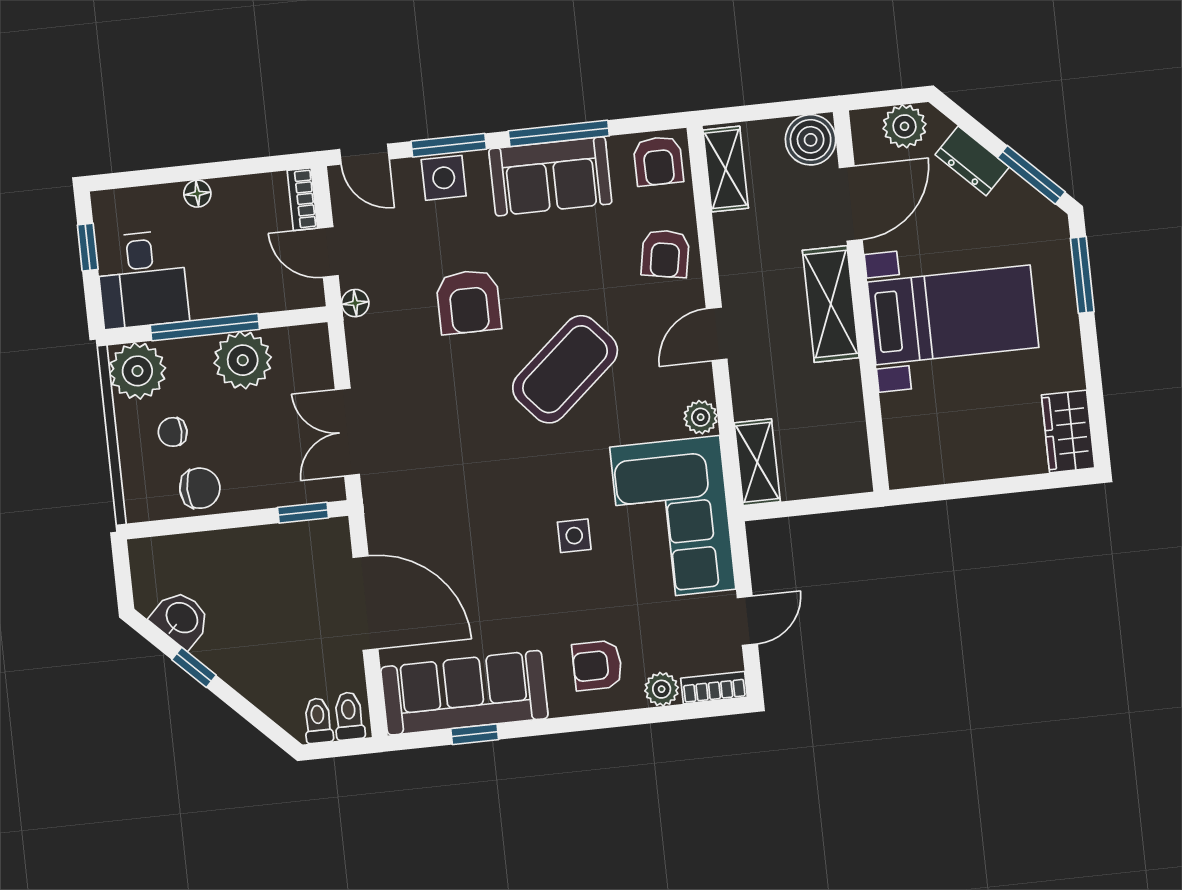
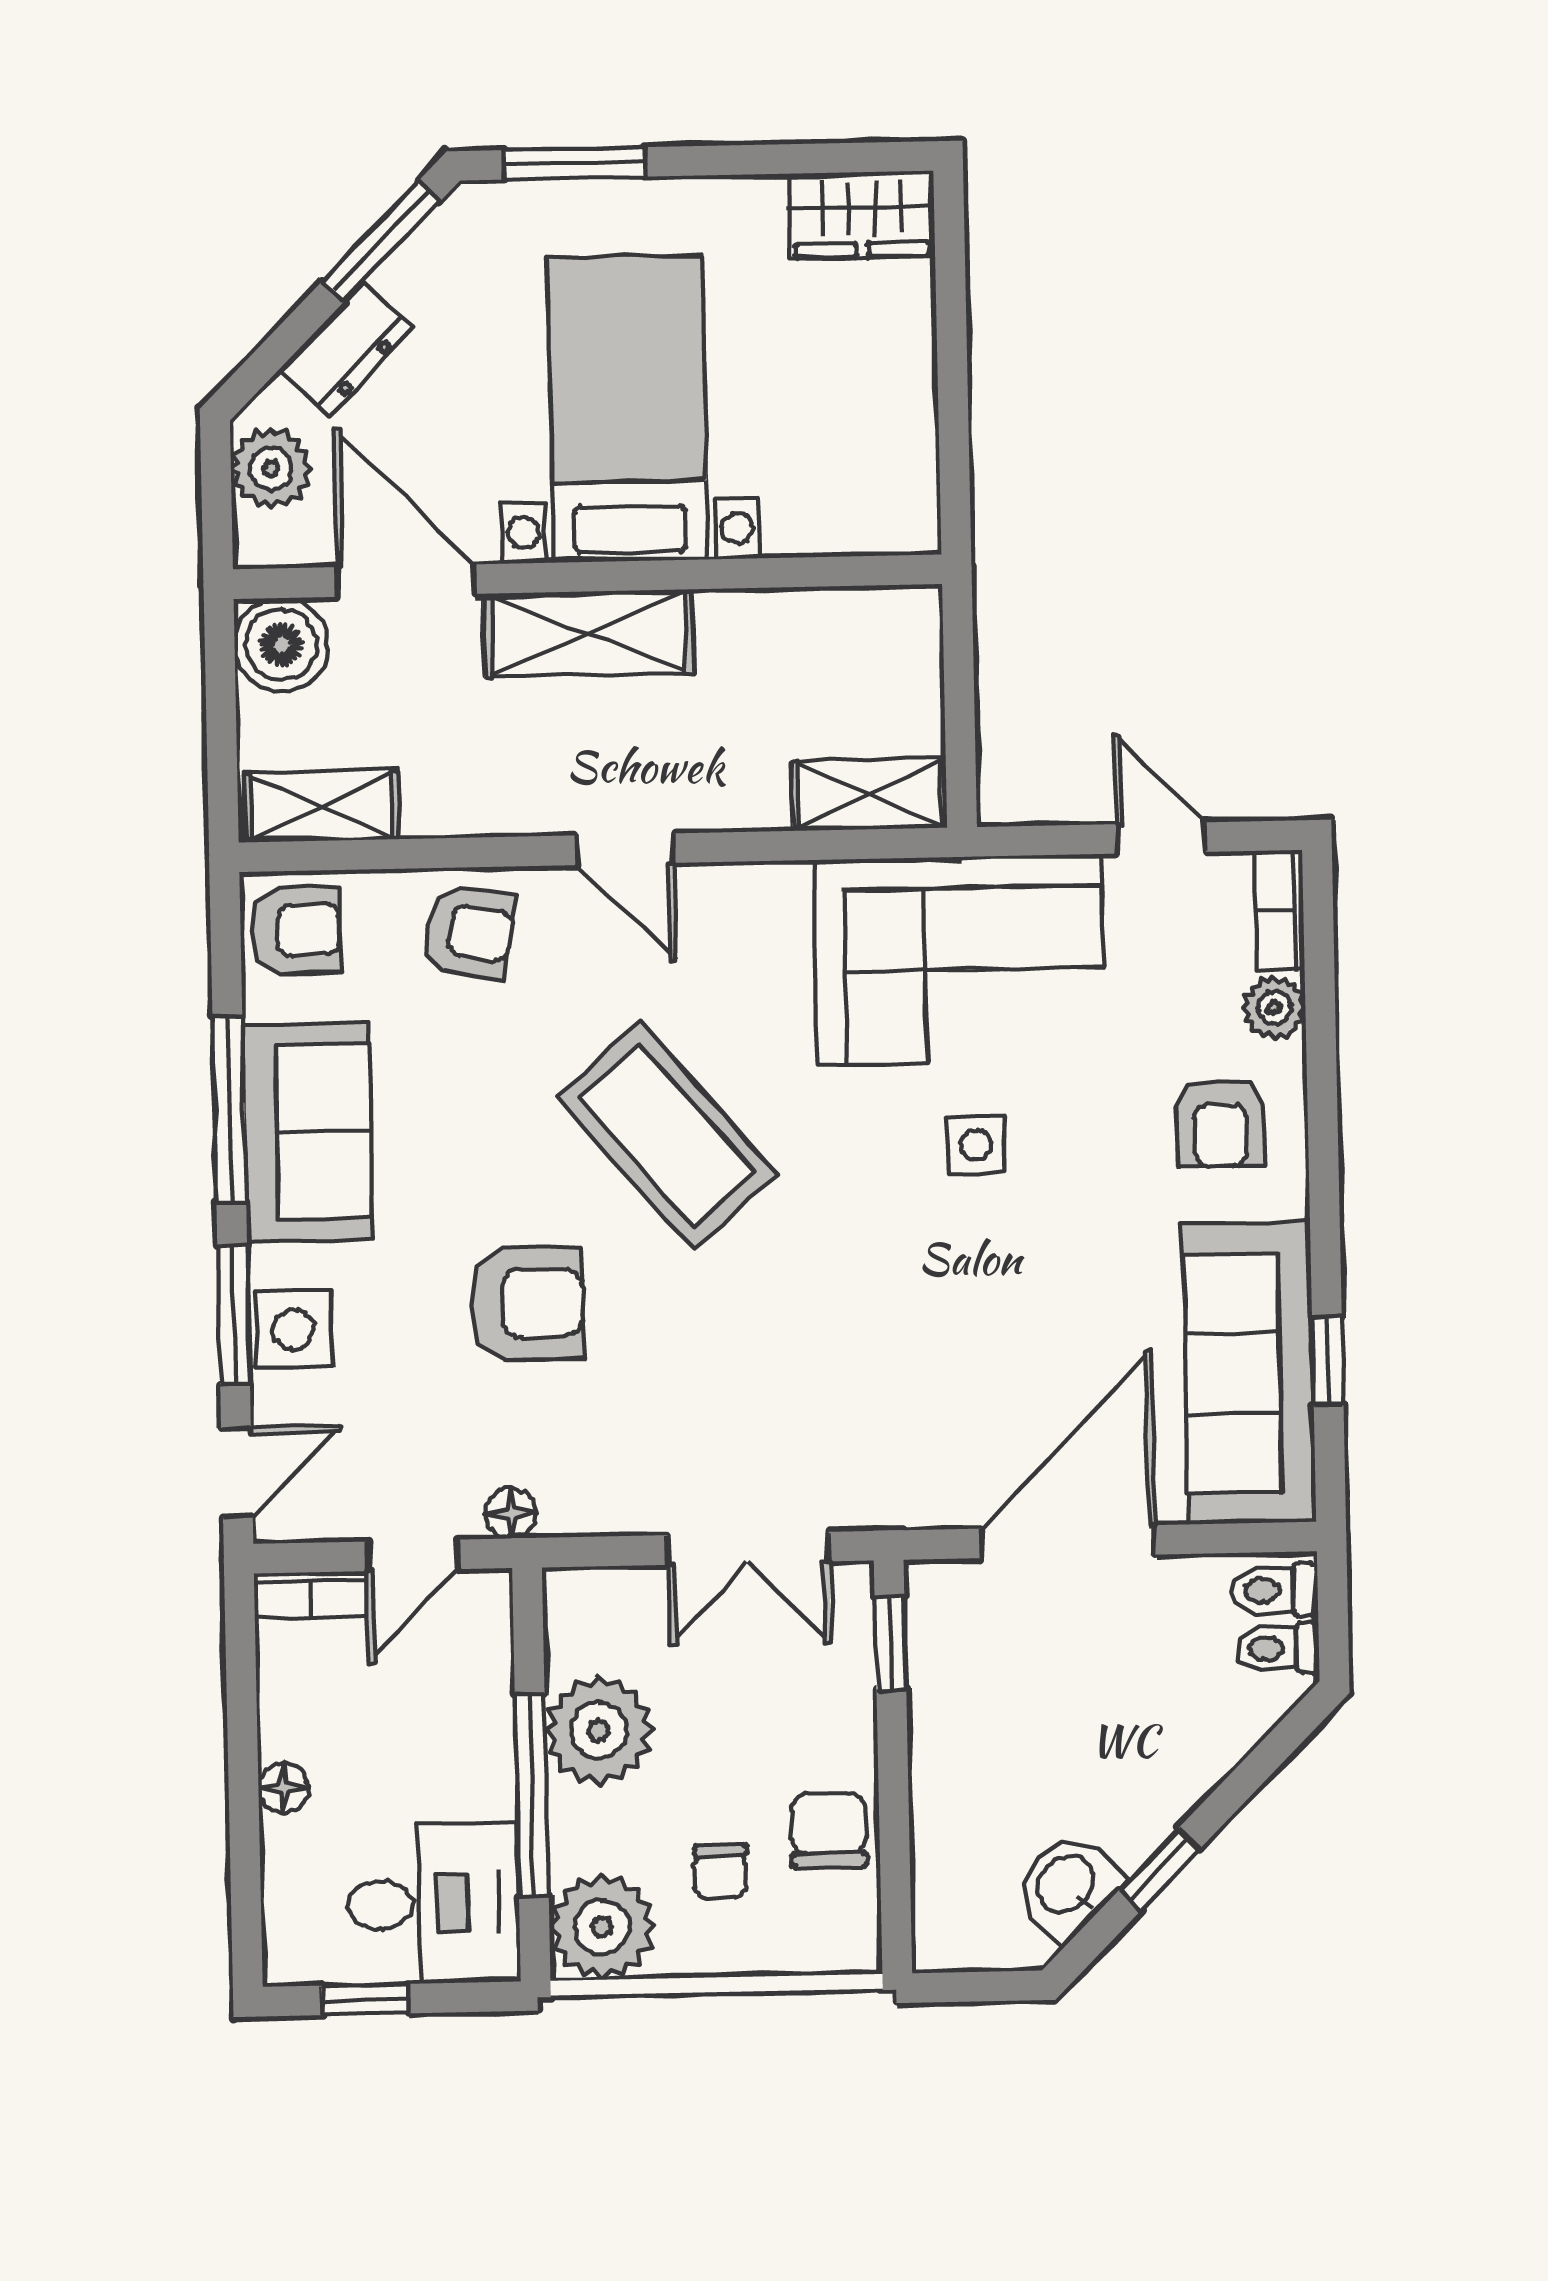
plant: (701, 417) -> (777, 892), removed

